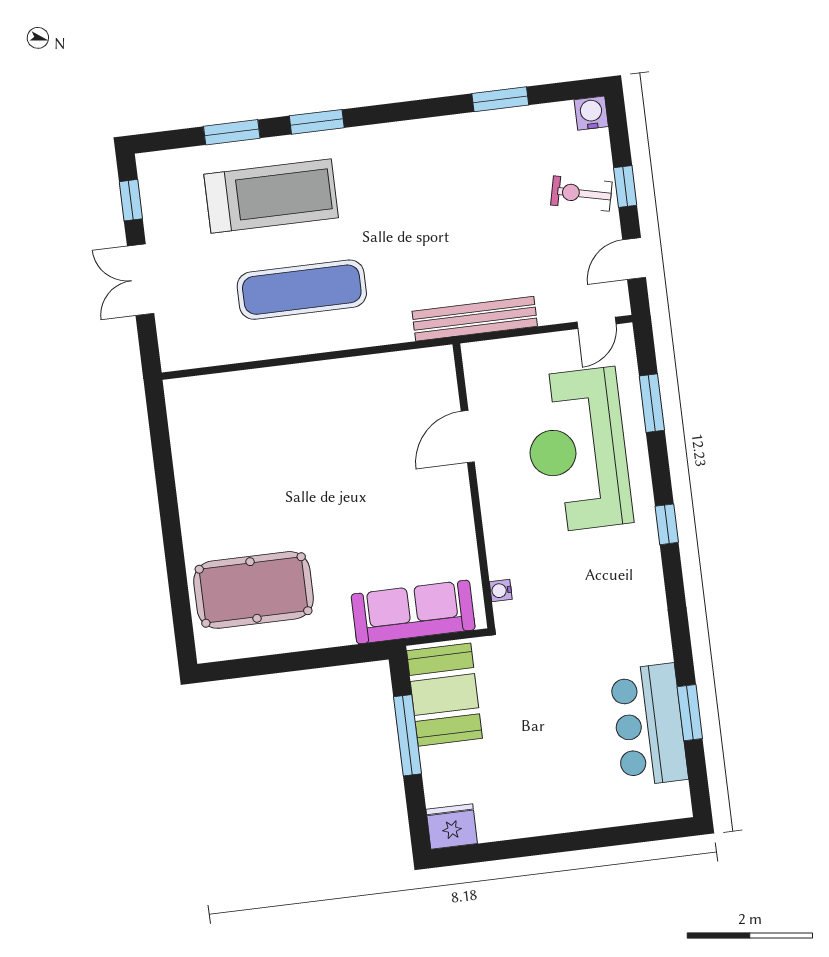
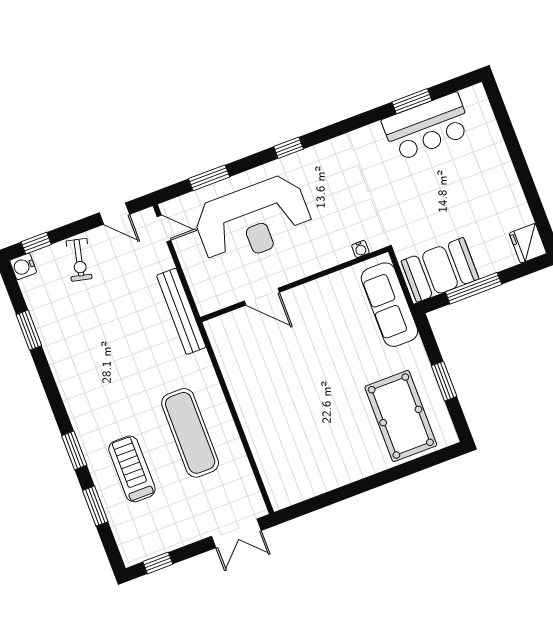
window: (625, 186) -> (36, 243), moved
treadmill: (271, 196) -> (132, 469), width x0.73, depth x0.73
double door: (141, 280) -> (236, 533), moved
window: (288, 662) -> (444, 381), added

